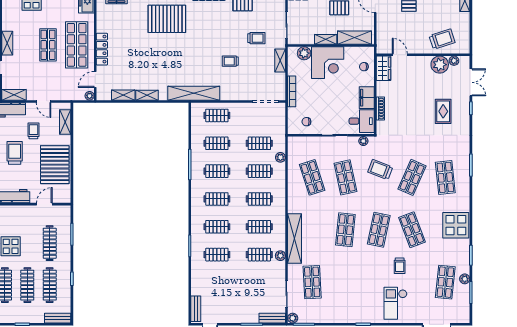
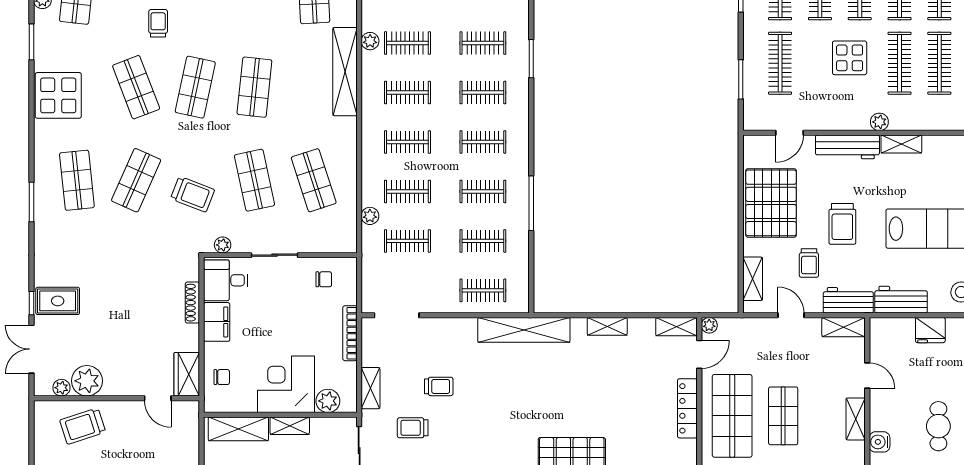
trolley: (230, 61) -> (439, 386), moved
shelving: (123, 95) -> (676, 327), moved
rug: (443, 111) -> (58, 301), moved, turned 90

